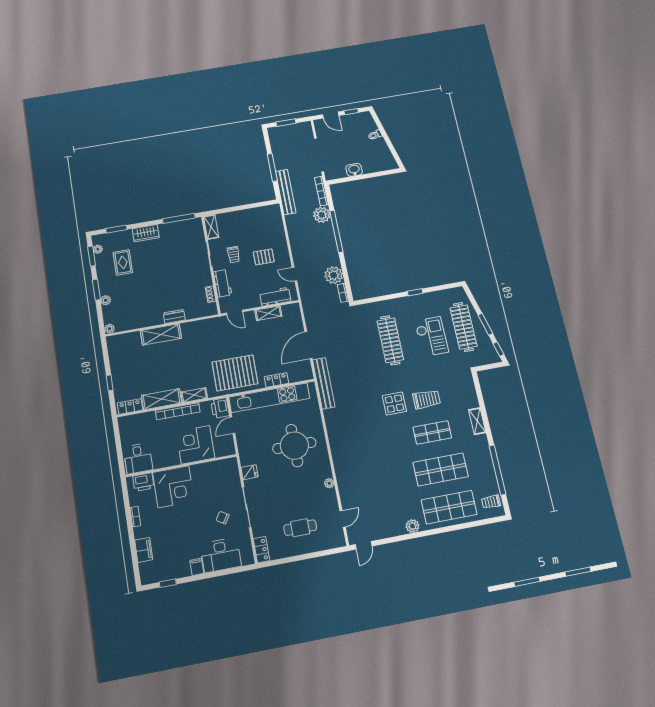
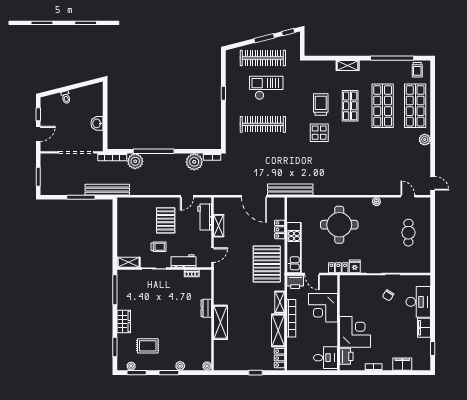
pallet: (264, 257) -> (166, 220), width x1.50, depth x1.42
kitchen unit: (269, 398) -> (294, 248), width x0.73
locker: (261, 550) -> (338, 268), moved
filing cabinet: (197, 567) -> (424, 328), width x2.00

